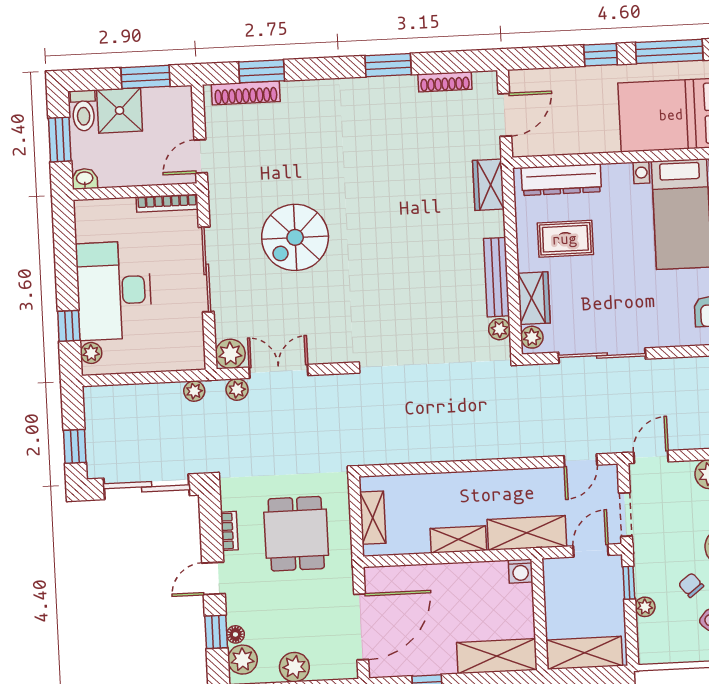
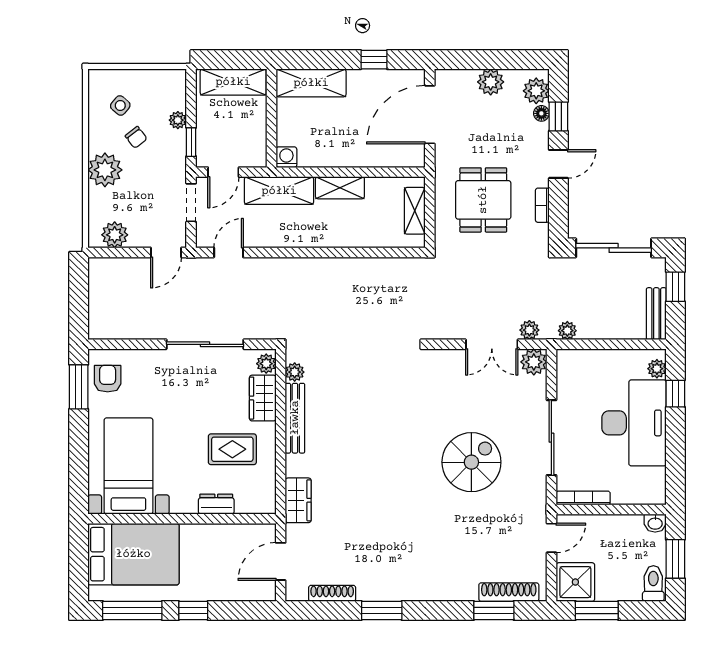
shower: (120, 110) -> (575, 582), moved
dresser: (561, 180) -> (216, 504), width x0.51, depth x0.80
bench: (95, 415) -> (656, 314), added

